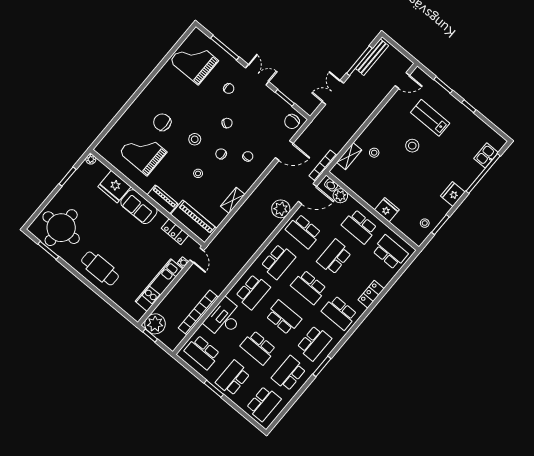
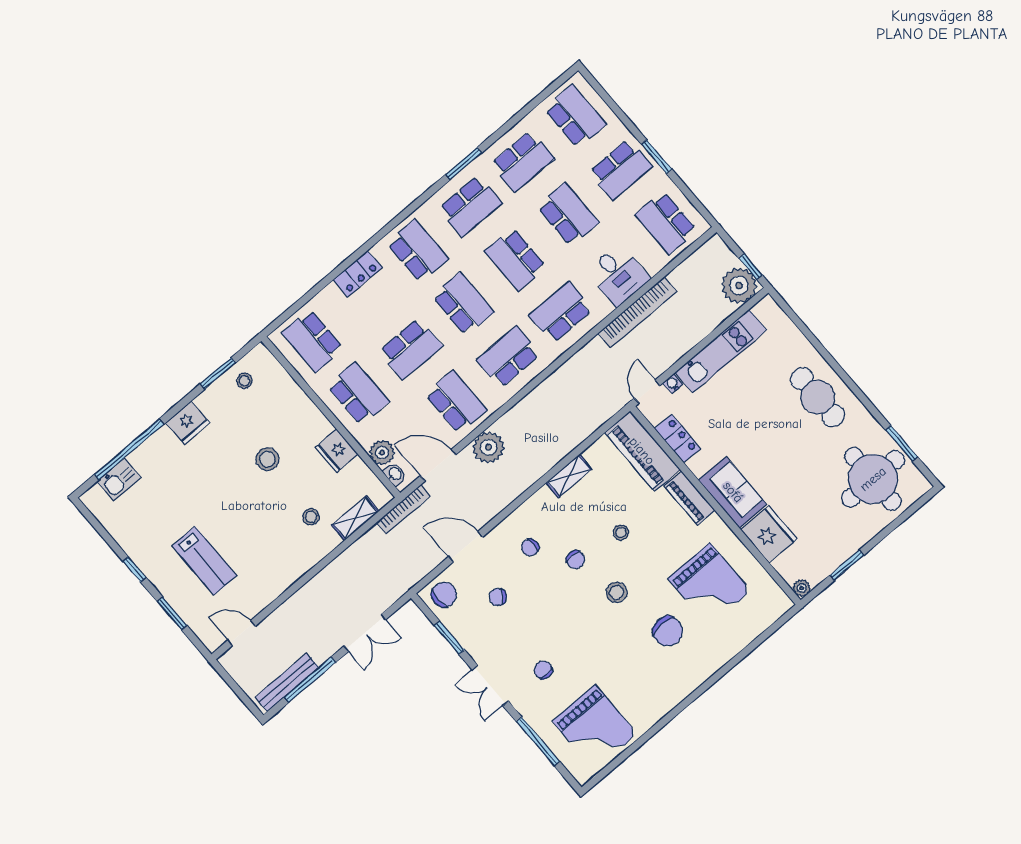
chair: (227, 123) -> (498, 597), moved
stool: (412, 146) -> (267, 459), moved
fridge: (387, 210) -> (337, 451), moved
bookcase: (198, 313) -> (637, 312), moved
desk: (224, 318) -> (618, 275), width x0.73
school desk: (314, 343) -> (470, 206), turned 180
school desk: (202, 352) -> (666, 223), turned 180
school desk: (264, 404) -> (575, 116), turned 90

